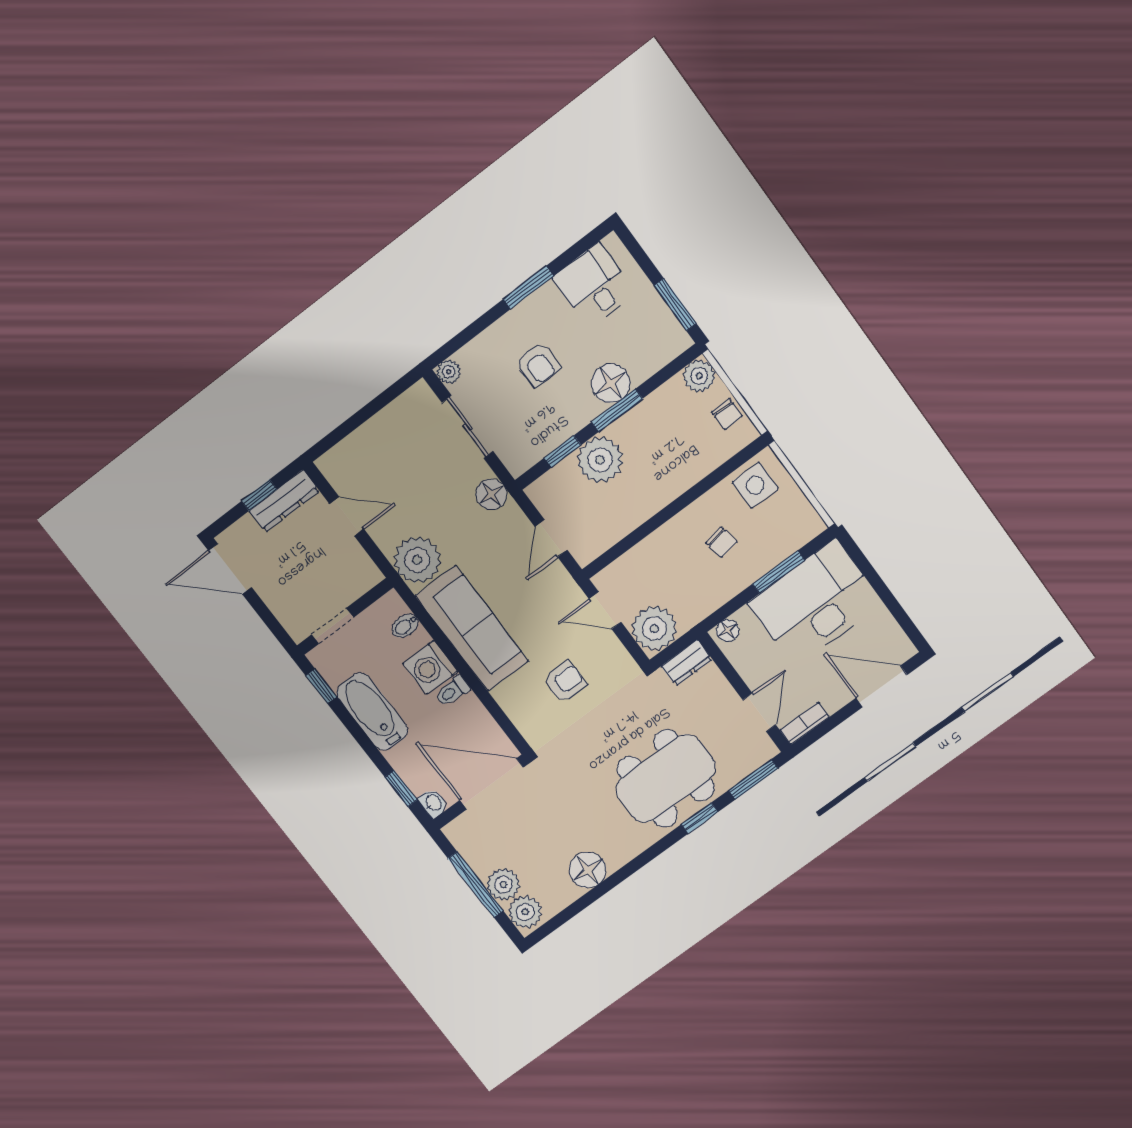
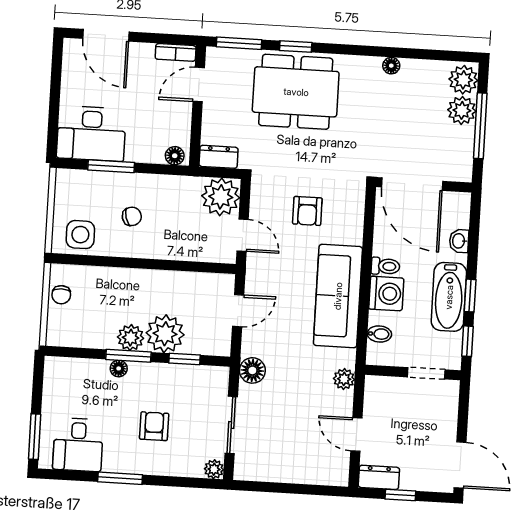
window: (675, 305) -> (35, 437), moved
plant: (699, 376) -> (131, 338), moved
floor lamp: (611, 383) -> (119, 368), width x0.53, depth x0.53
chair: (727, 414) -> (61, 295), turned 180
dresser: (284, 501) -> (379, 477), width x0.70
chair: (721, 542) -> (132, 216), turned 85
plant: (417, 560) -> (344, 379), width x0.53, depth x0.53
desk: (815, 603) -> (91, 134), width x0.73, depth x0.77
armchair: (565, 682) -> (307, 211), turned -90
window: (401, 789) -> (470, 296), moved
washbasin: (433, 803) -> (459, 241), moved
floor lamp: (588, 870) -> (391, 66), width x0.53, depth x0.53

